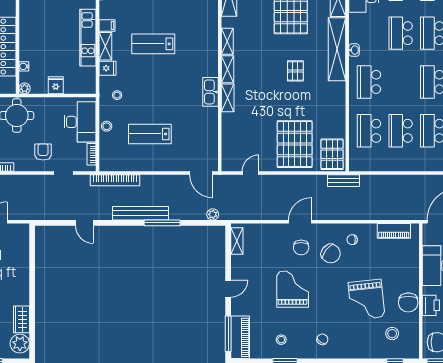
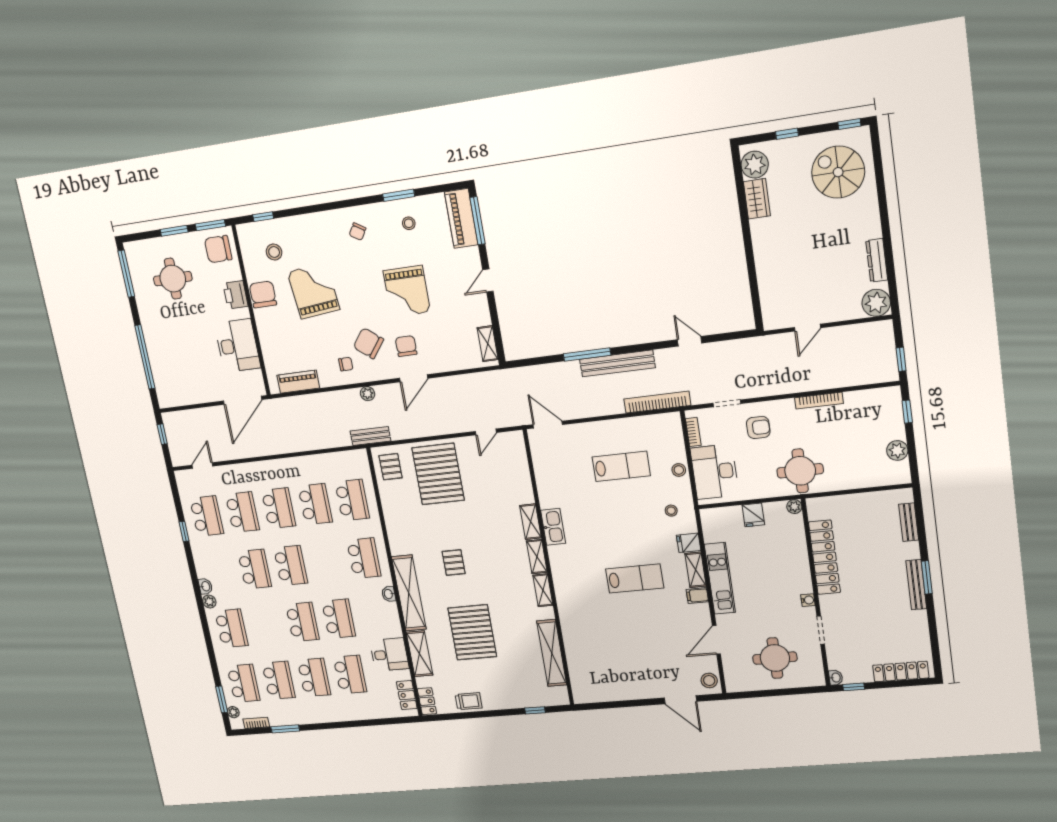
water cooler: (24, 66) -> (808, 600), moved
armchair: (43, 152) -> (758, 427), turned -90
pallet: (332, 154) -> (391, 467), width x0.67, depth x0.71
plant: (213, 214) -> (368, 394), moved

